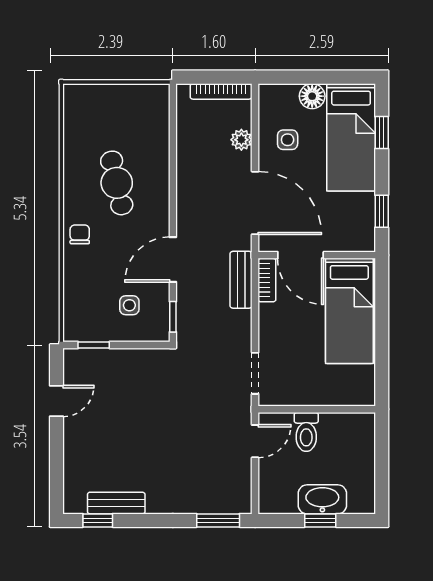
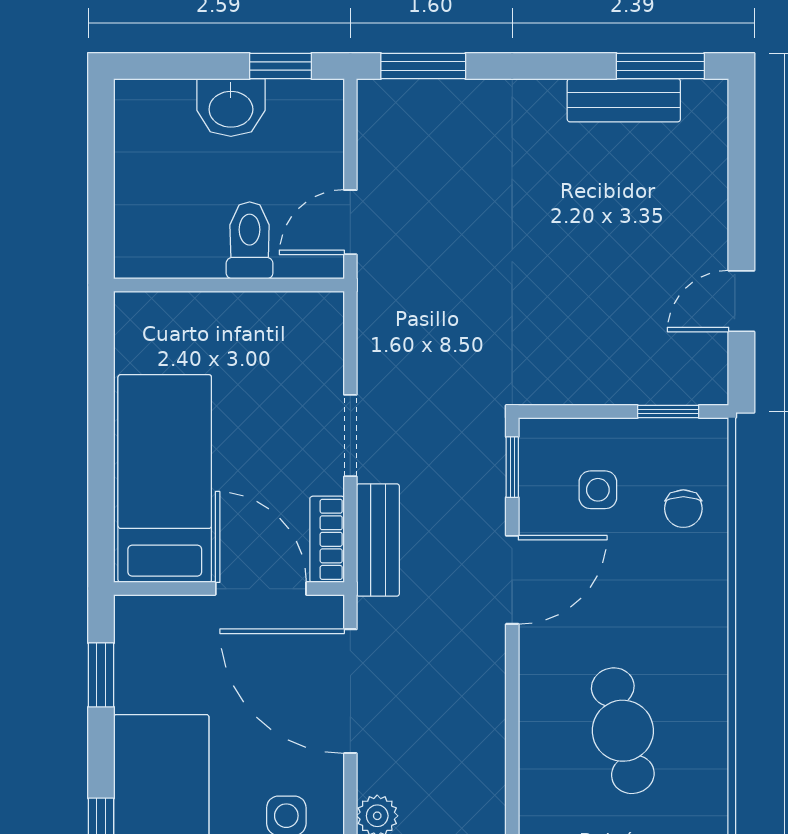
chair: (80, 234) -> (683, 509), moved
doorway: (255, 373) -> (350, 436), moved
washbasin: (322, 499) -> (231, 108), width x0.72
window: (98, 520) -> (660, 66), width x1.50
window: (320, 520) -> (281, 66), moved

